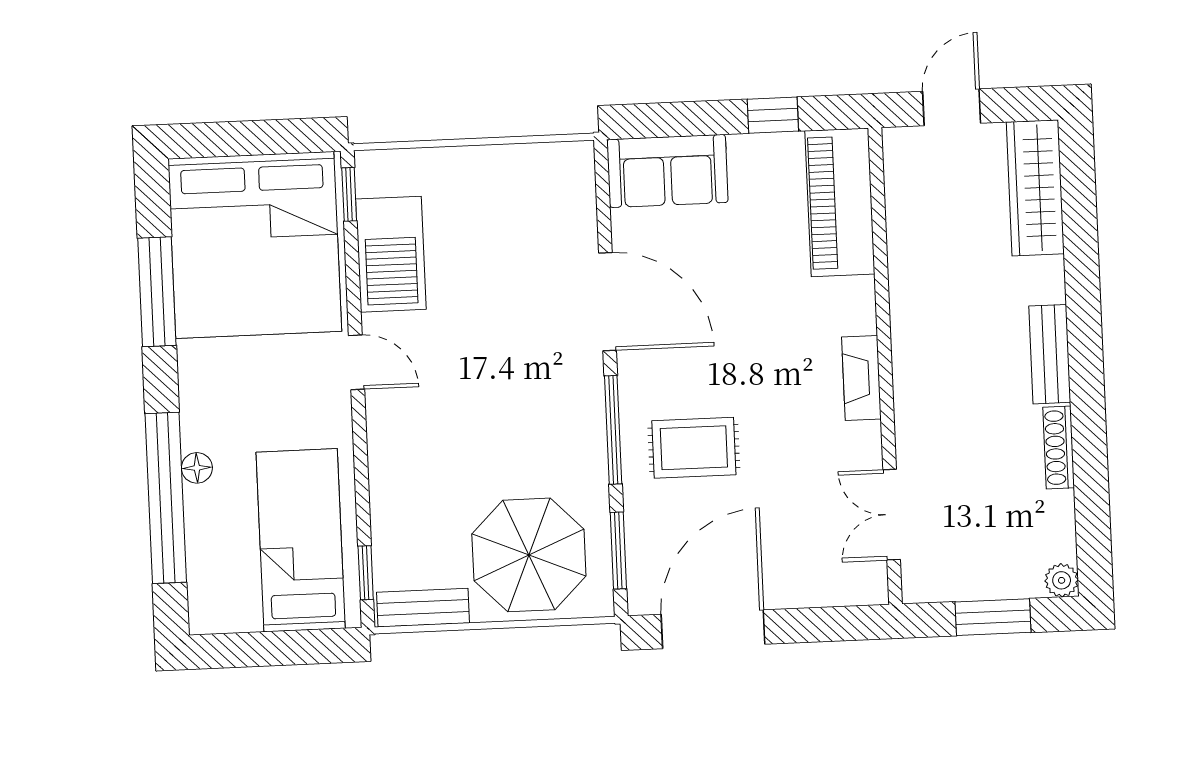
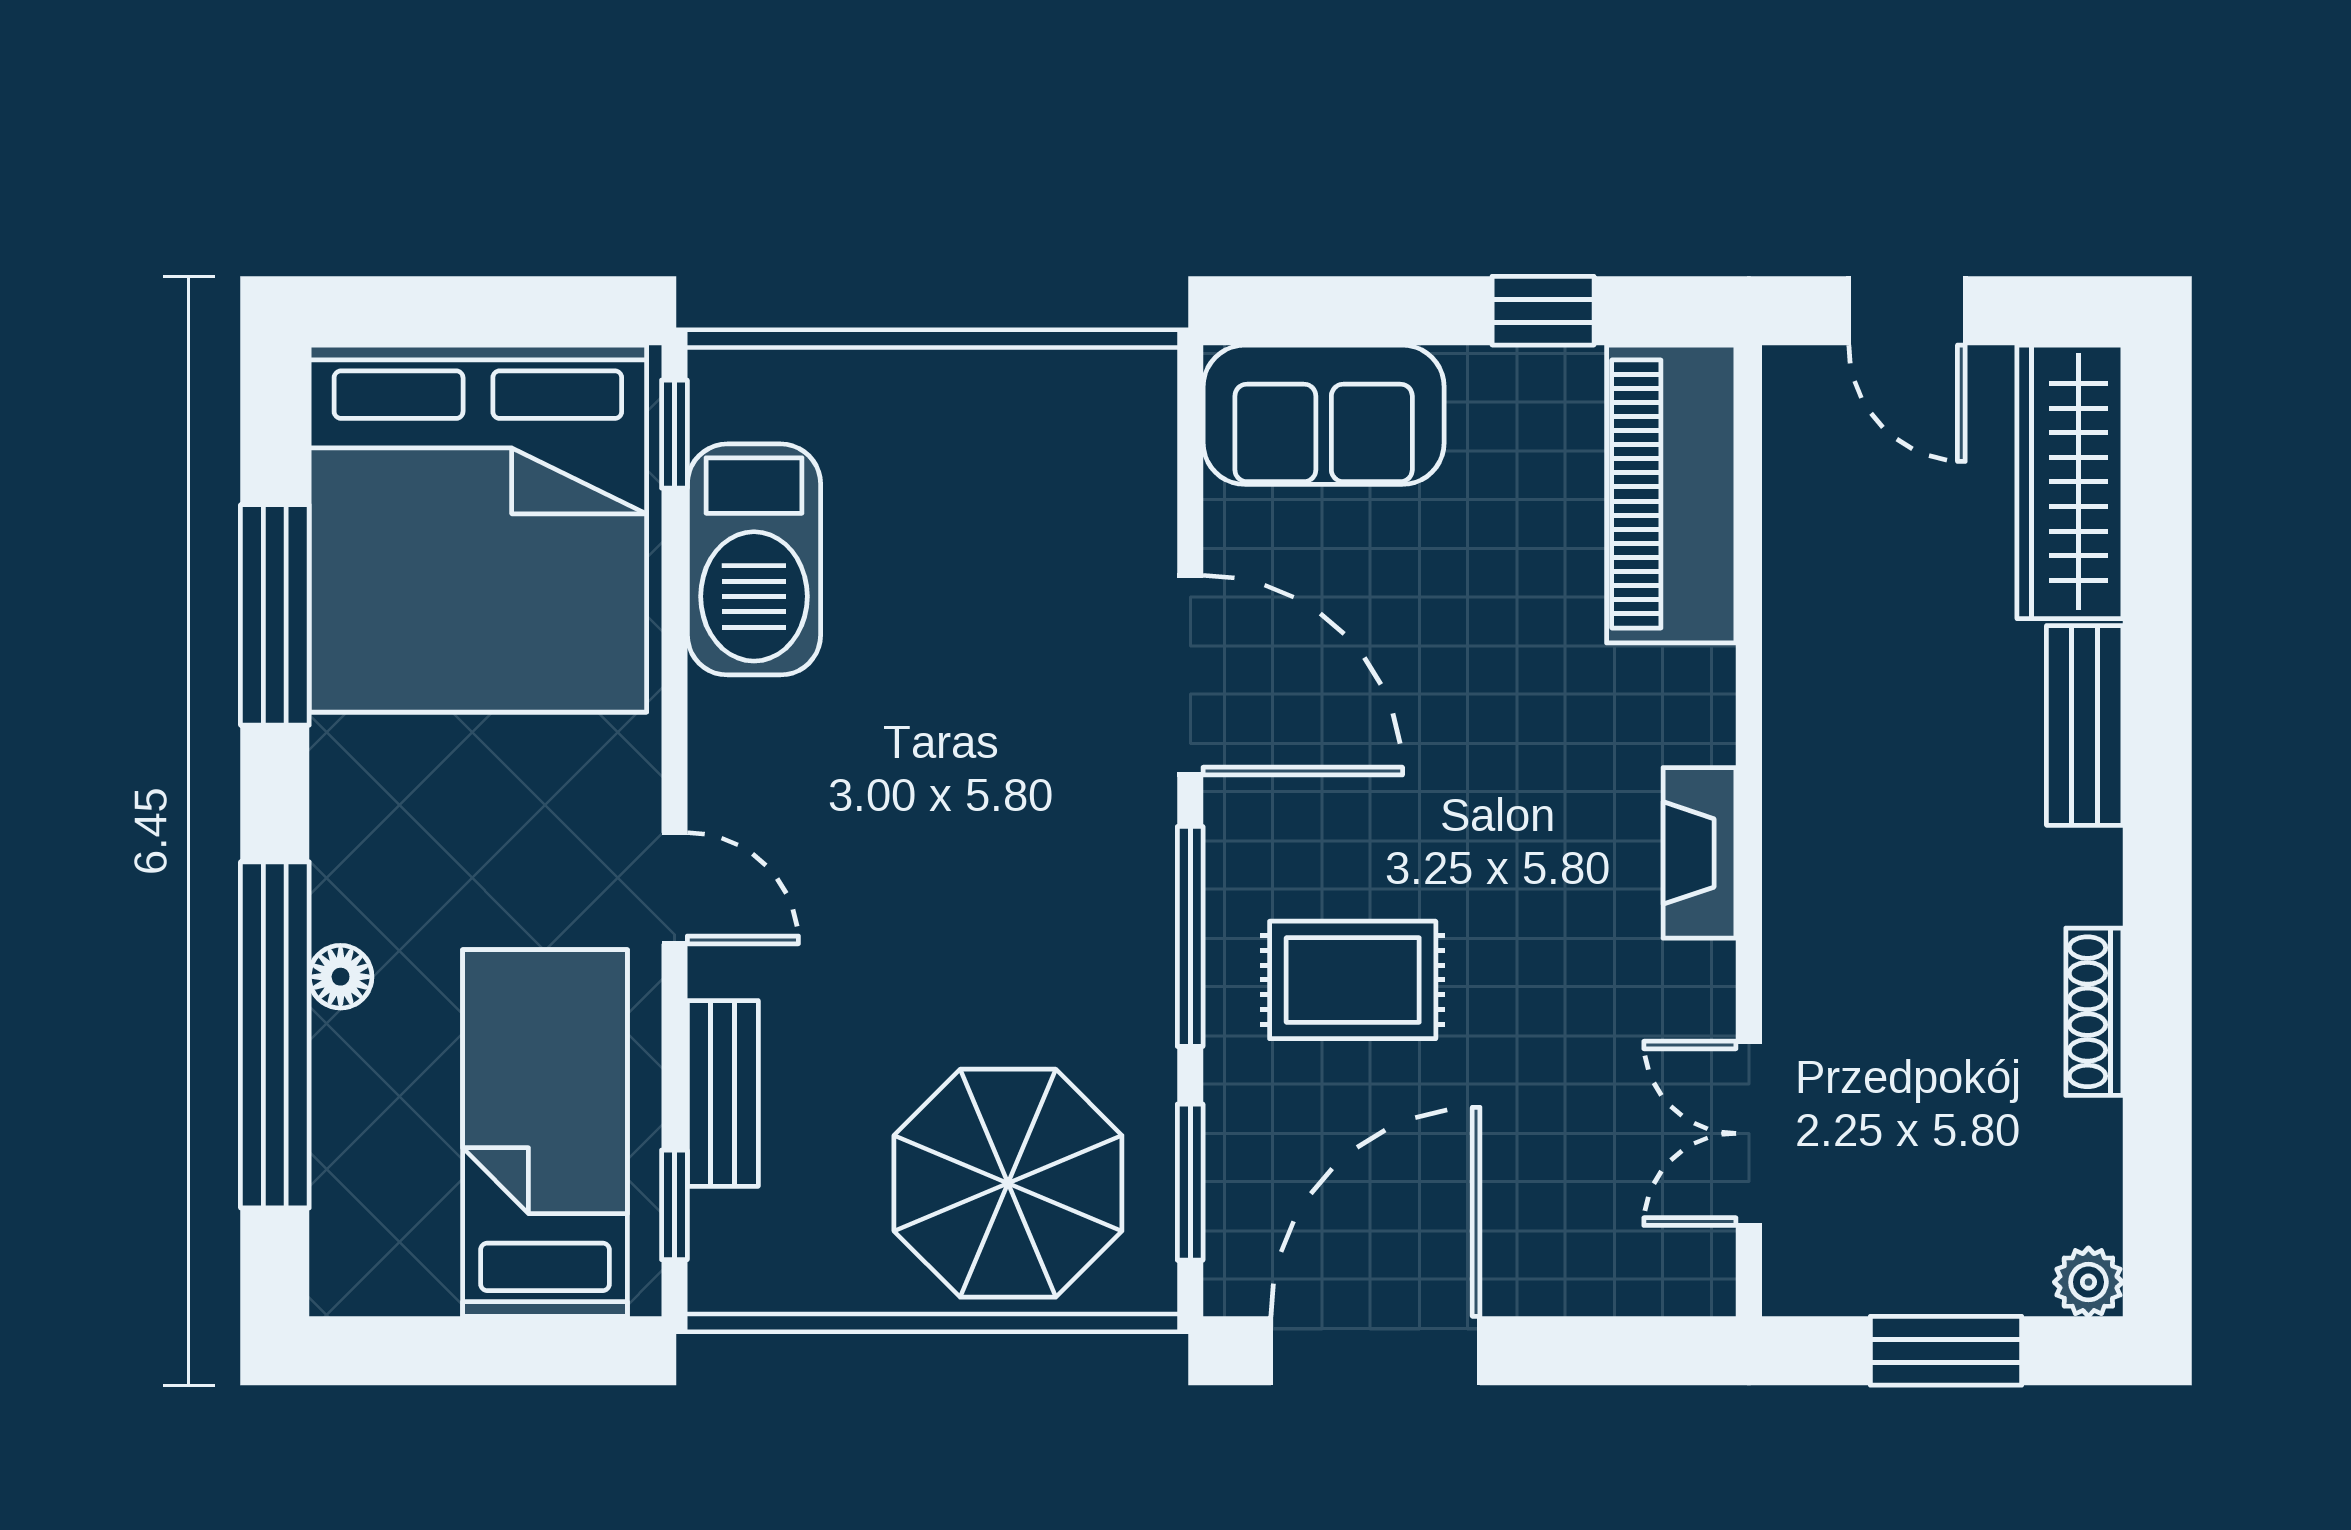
door: (952, 107) -> (1907, 311), swing flipped
bench: (1050, 354) -> (2085, 725), moved
door: (357, 362) -> (674, 888), moved
bench: (423, 608) -> (723, 1093), moved, turned 90

